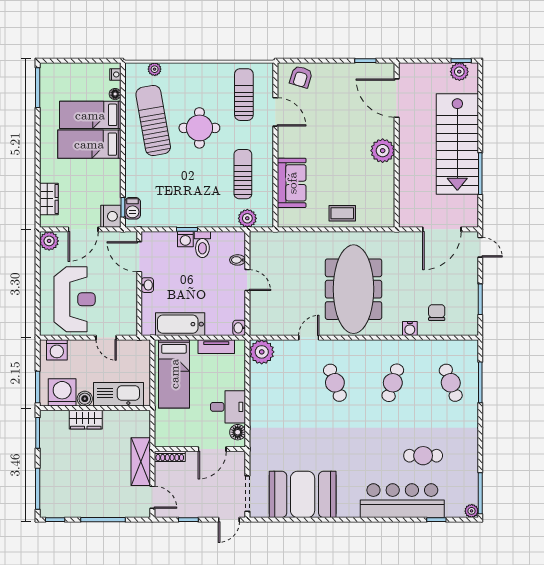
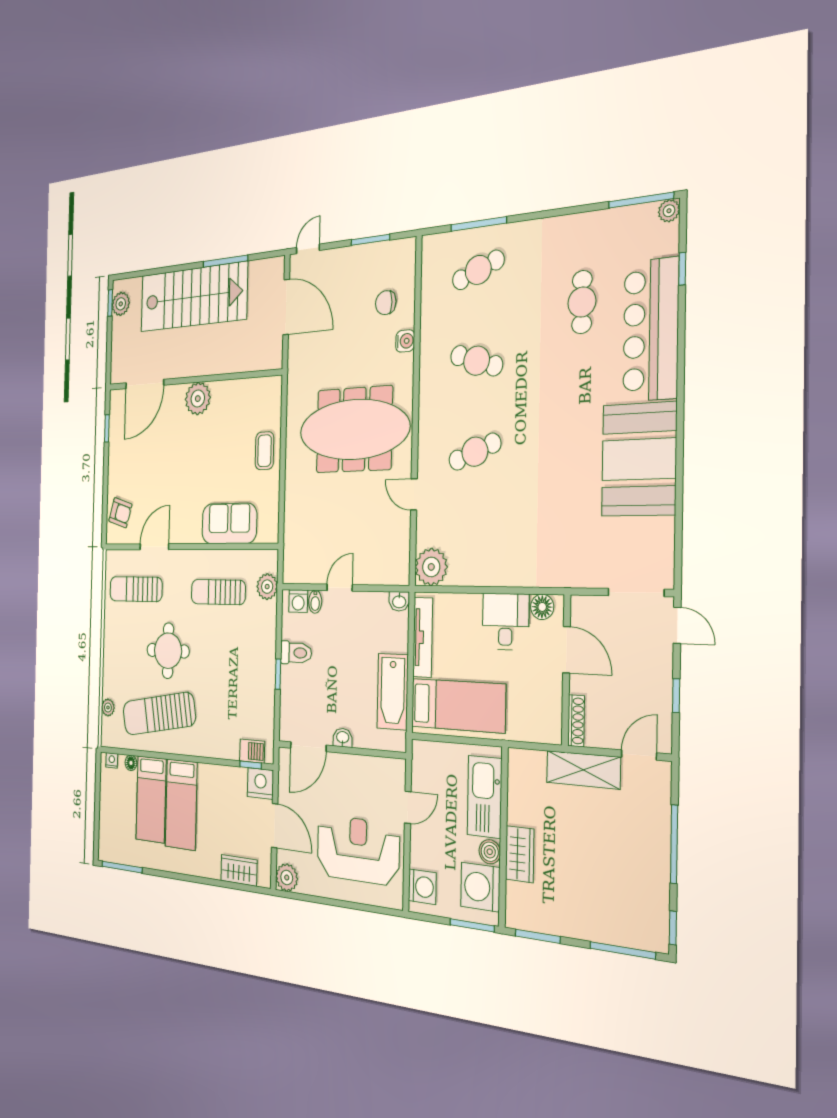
washing machine: (185, 239) -> (298, 601), moved, turned 90
tv unit: (216, 347) -> (423, 637), width x1.41
booth: (303, 494) -> (639, 459), moved

